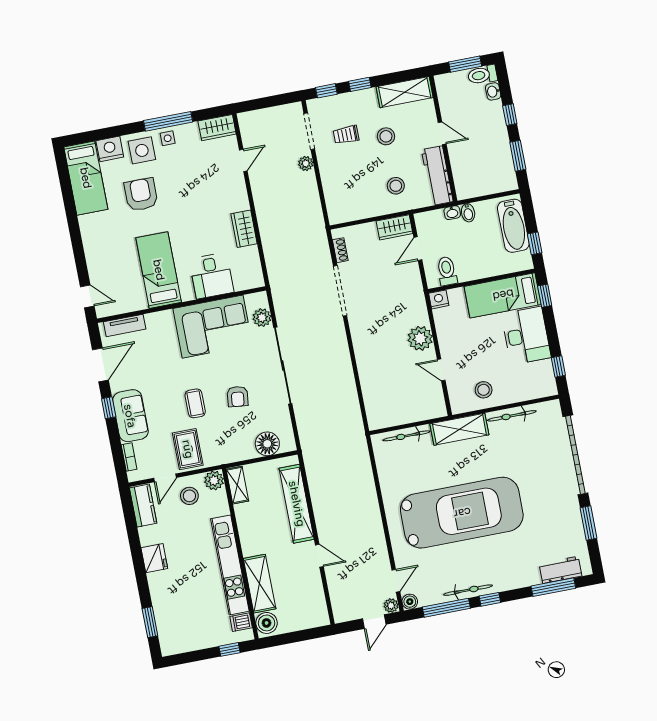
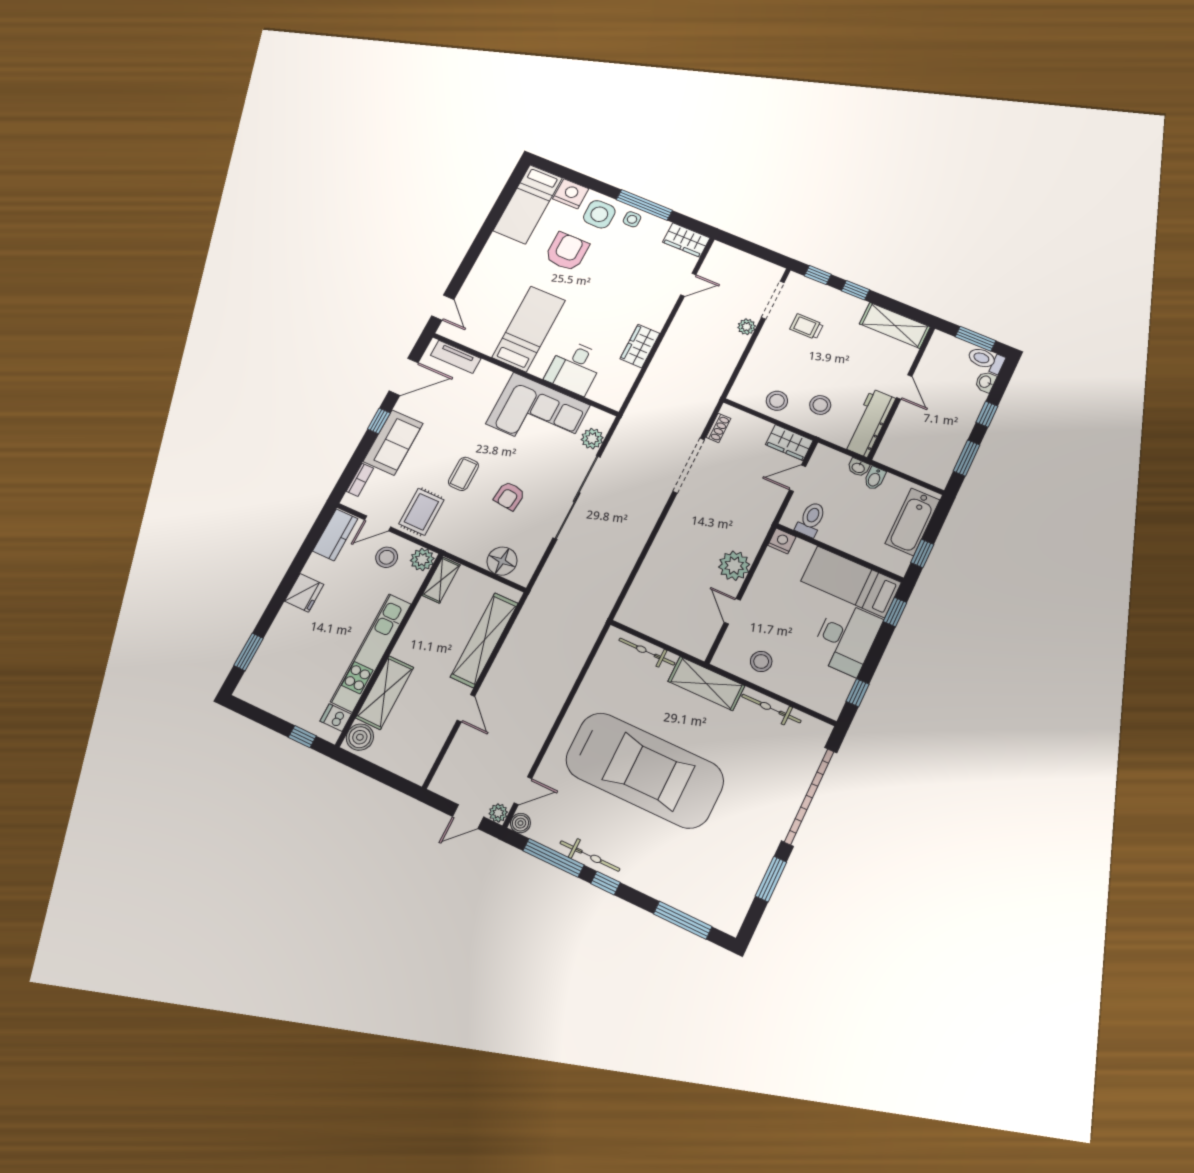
stool: (386, 136) -> (777, 401), moved
workbench: (560, 570) -> (704, 907), removed

